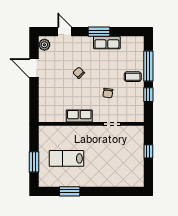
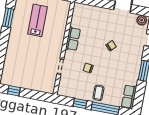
row of seats: (107, 42) -> (129, 97), moved
window: (148, 151) -> (14, 91), moved

